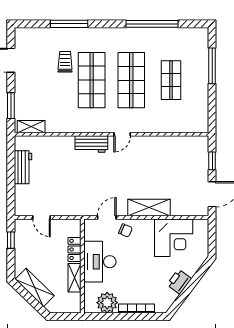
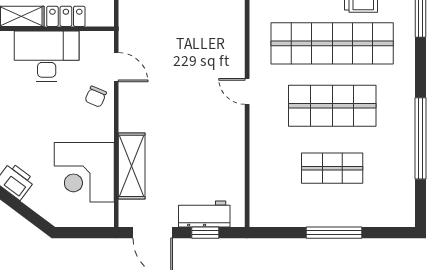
window: (212, 66) -> (334, 233), moved
shop shelf: (92, 80) -> (332, 43), width x1.40
workbench: (91, 144) -> (204, 214), moved, turned 90
shelving: (149, 208) -> (132, 166), moved

